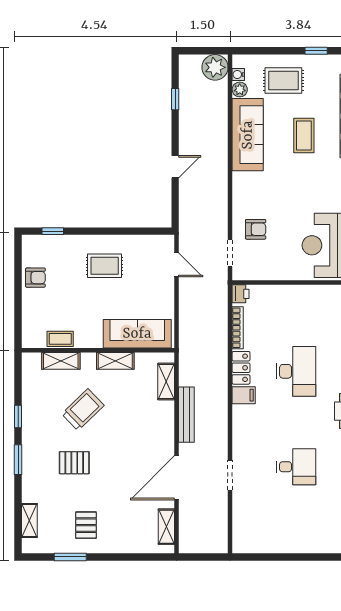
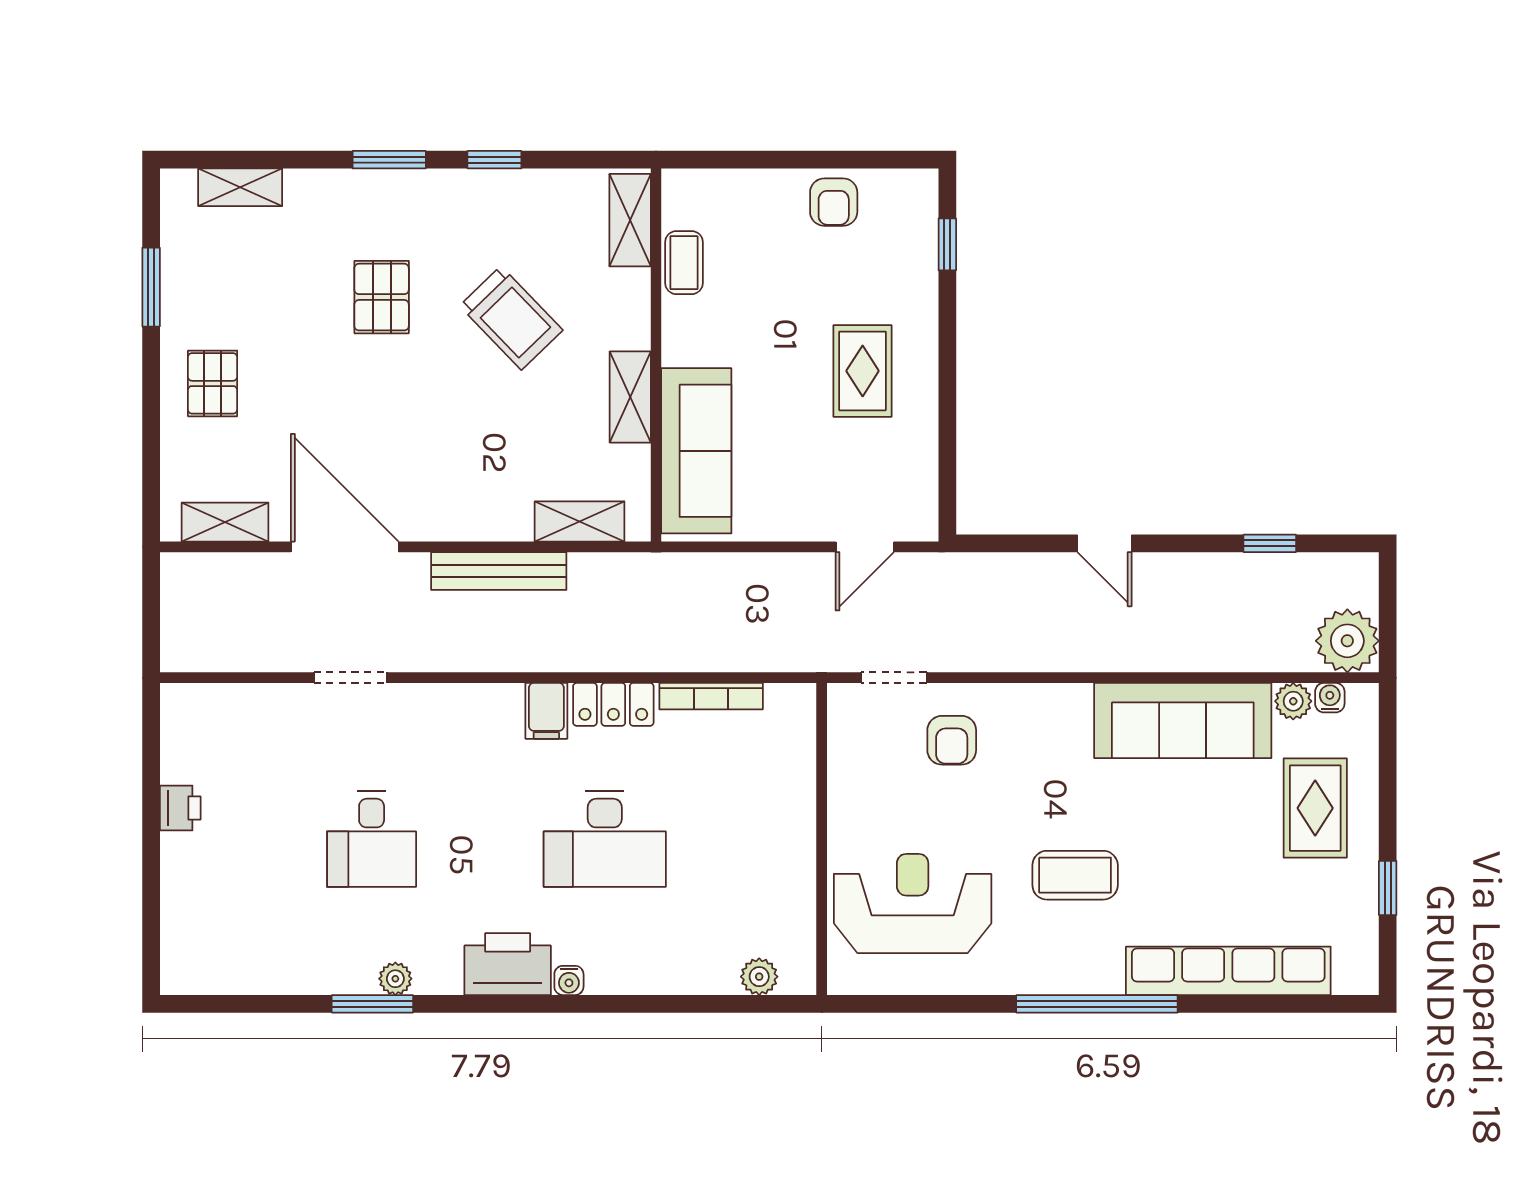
coffee table: (304, 135) -> (1075, 875), moved
printer: (241, 294) -> (180, 808), moved, turned -90
shelving: (61, 361) -> (630, 220), moved
pallet: (86, 525) -> (213, 383), moved, turned 90

